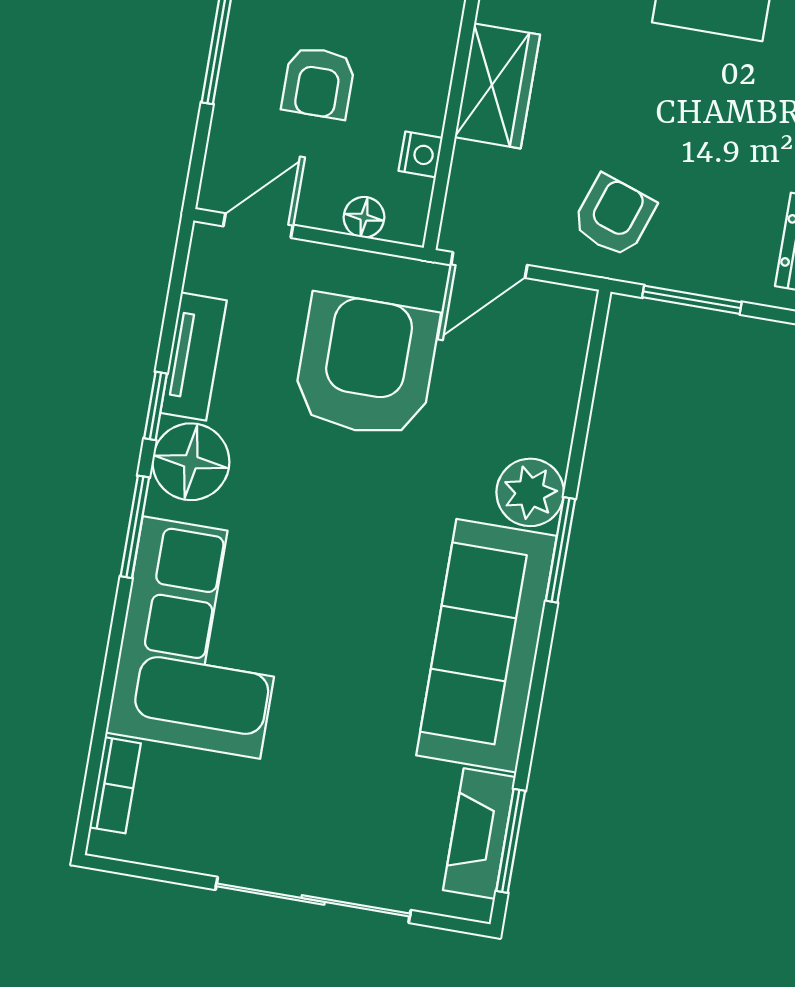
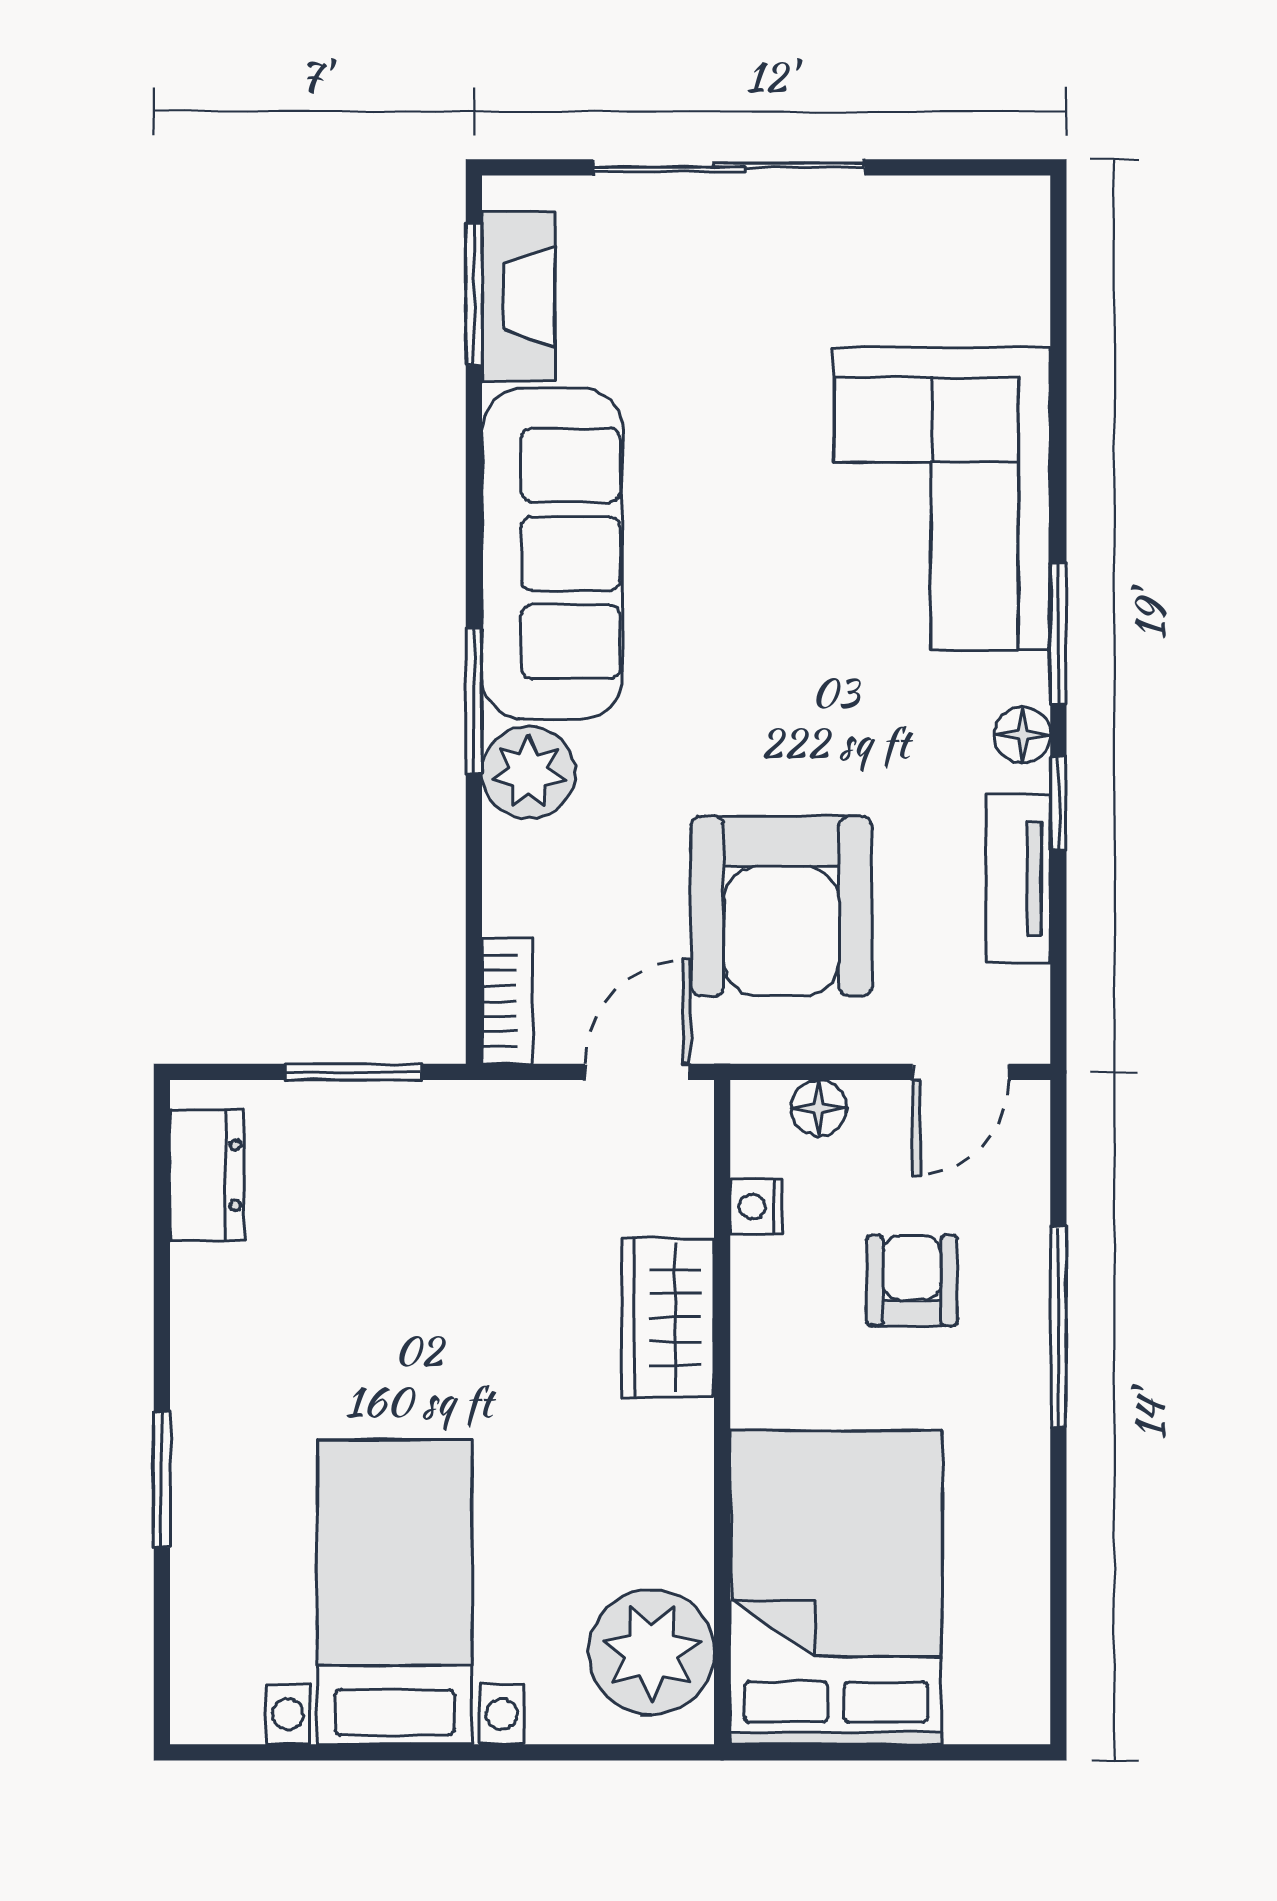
armchair: (614, 216) -> (479, 1168), removed
floor lamp: (191, 462) -> (1022, 735), width x0.53, depth x0.53
bookcase: (115, 785) -> (507, 1001), moved, turned 180

